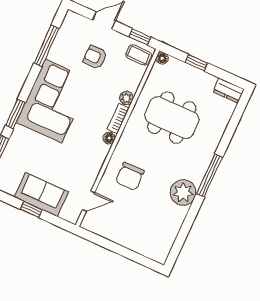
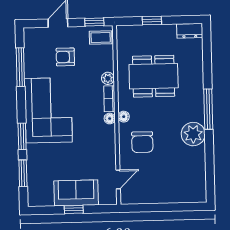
floor lamp: (162, 58) -> (124, 117), moved

